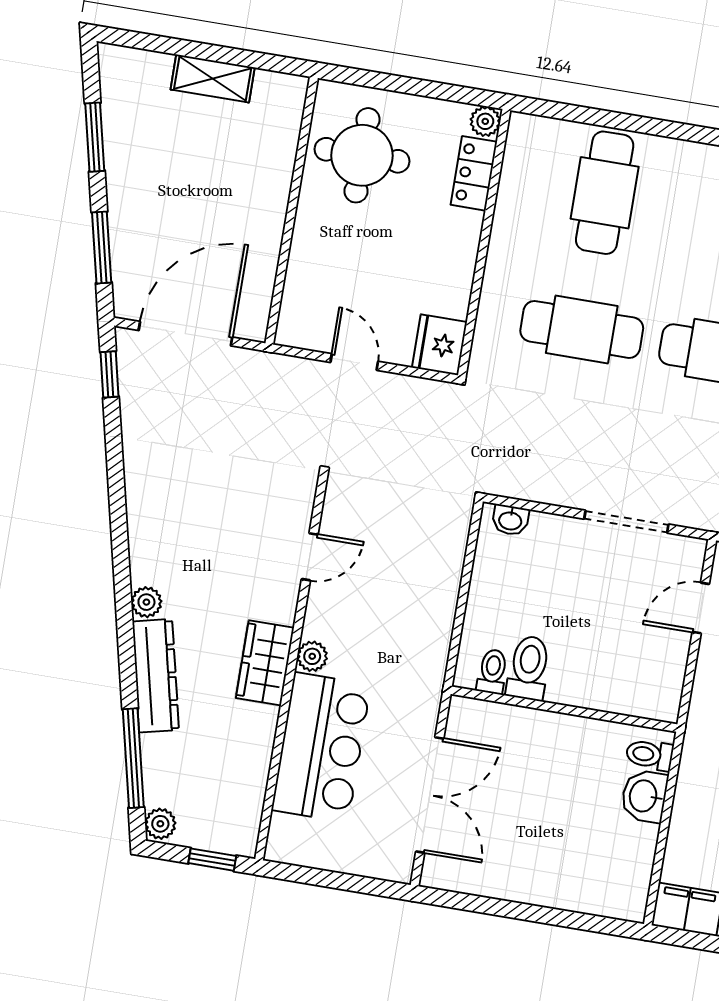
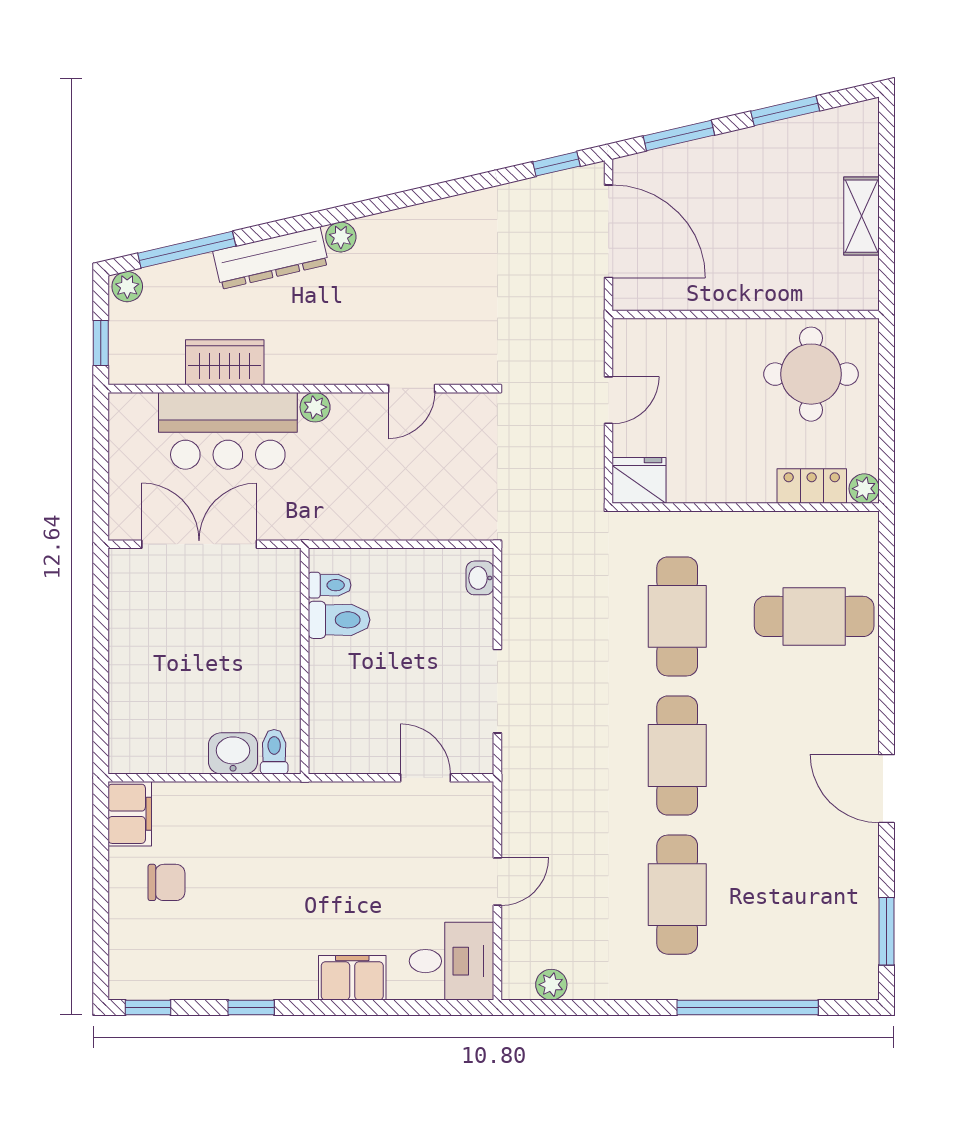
door: (310, 557) -> (412, 389), hinge flipped
wardrobe: (265, 663) -> (225, 362), moved
double door: (430, 795) -> (199, 544), swing flipped

